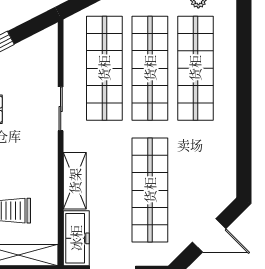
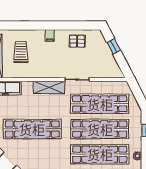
shelving: (75, 181) -> (49, 87), moved

